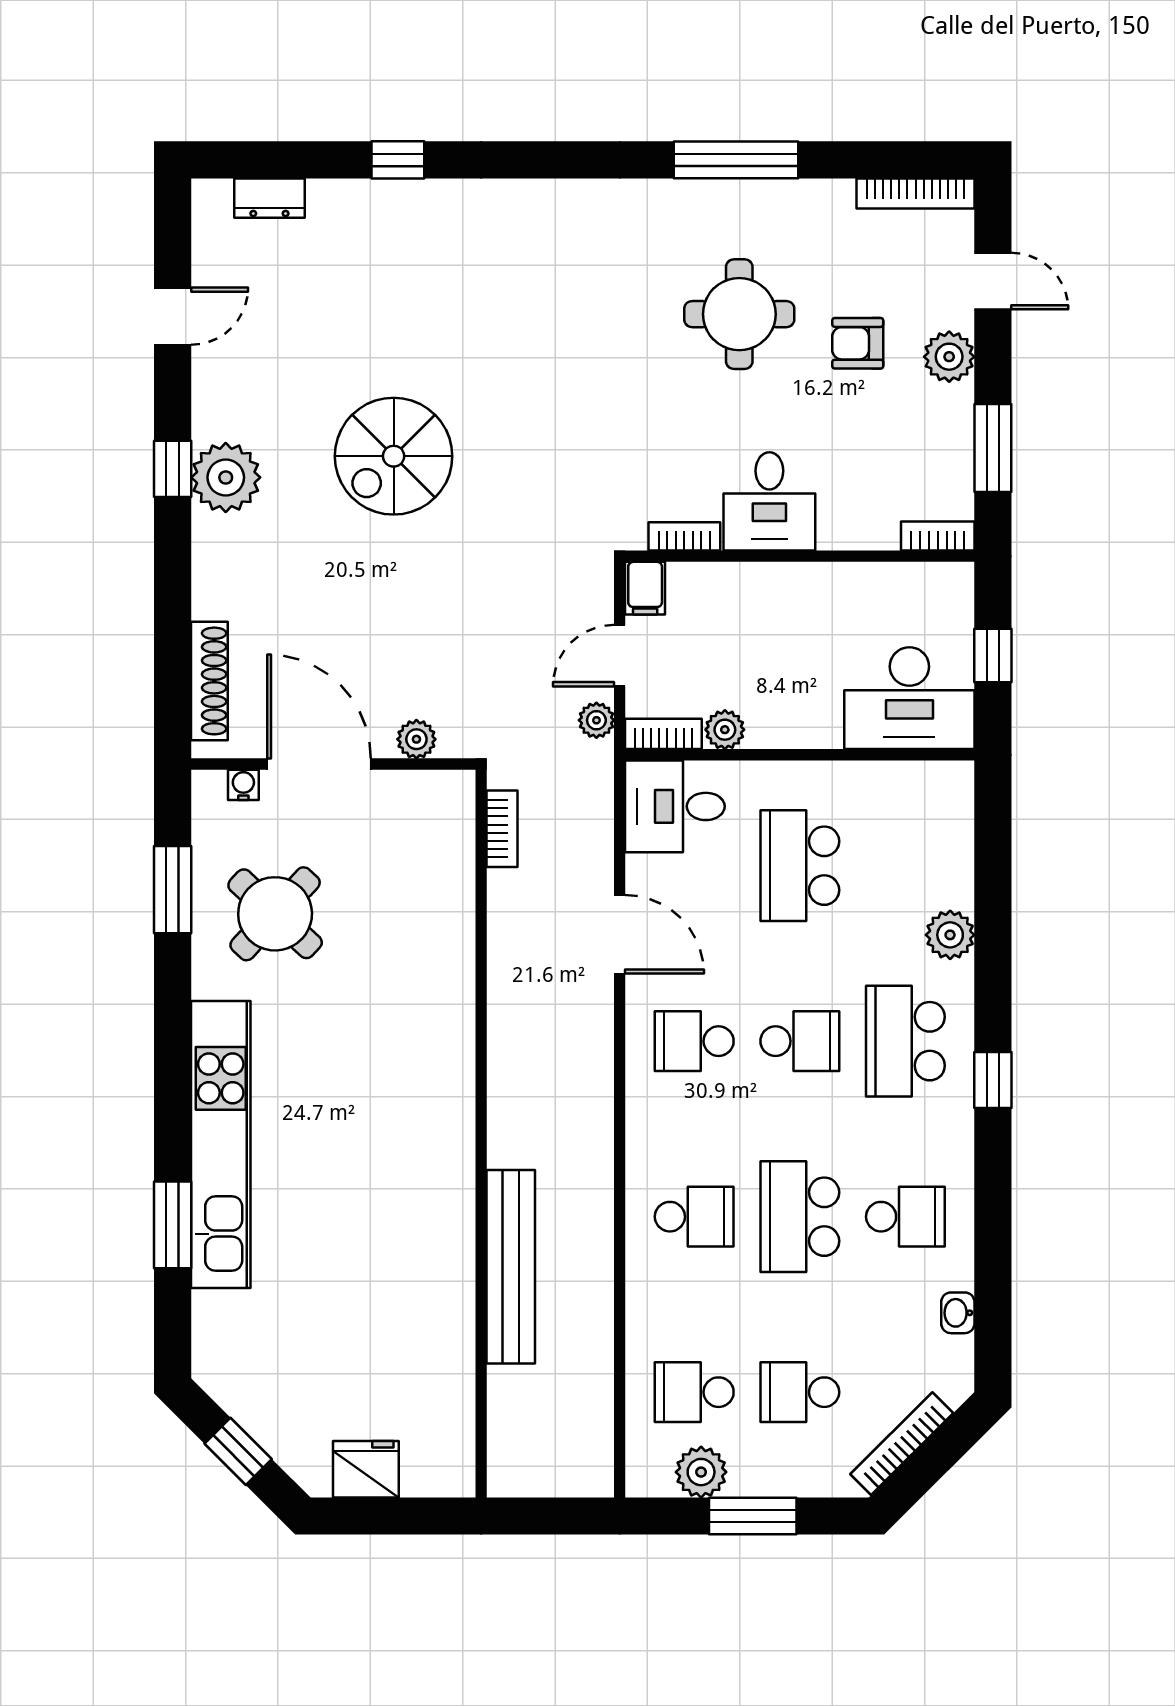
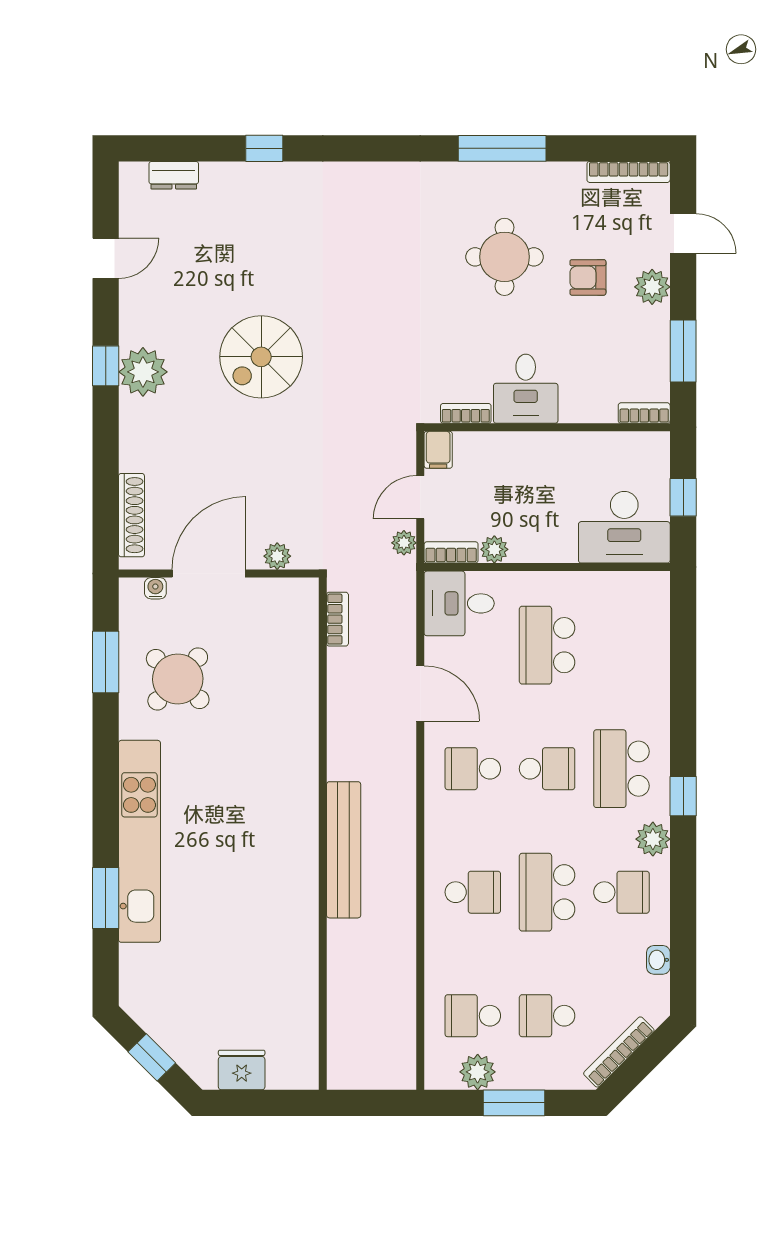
door: (319, 764) -> (209, 574), hinge flipped
plant: (950, 935) -> (653, 839), moved
bench: (511, 1267) -> (344, 850), moved

